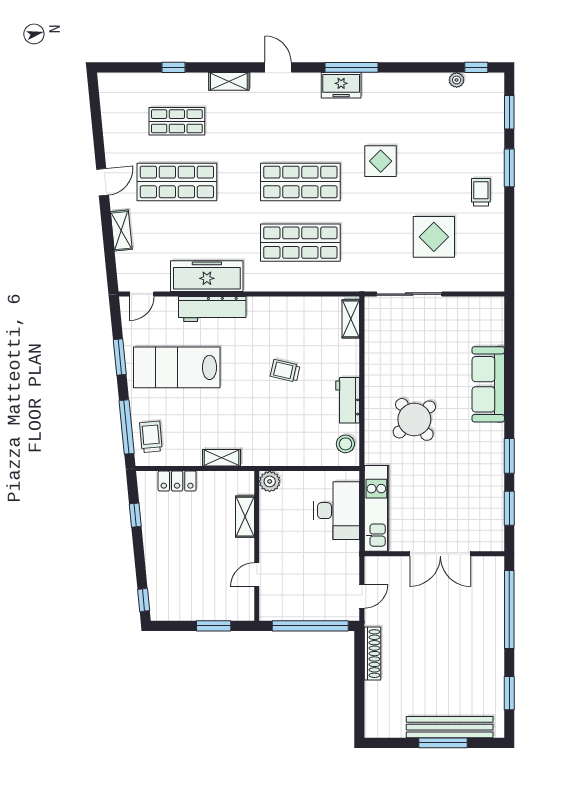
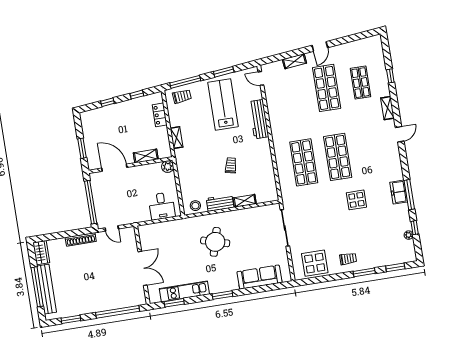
window: (351, 67) -> (409, 195), moved
window: (476, 67) -> (415, 228), moved
freezer: (341, 85) -> (399, 192), moved
door: (103, 182) -> (320, 47), hinge flipped
display table: (434, 237) -> (315, 263), moved
freezer: (207, 276) -> (277, 113), removed
shelving: (351, 319) -> (245, 201), moved
sofa: (488, 384) -> (259, 277), moved
round table: (414, 419) -> (215, 242), turned -34
window: (509, 456) -> (222, 295), moved
kitchen unit: (376, 508) -> (184, 291), moved, turned 180
desk: (337, 511) -> (162, 206), width x0.73
double door: (440, 554) -> (142, 268), swing flipped
door: (257, 575) -> (114, 168), width x1.87
window: (144, 600) -> (107, 102), moved
wardrobe: (385, 726) -> (41, 253), added
window: (443, 743) -> (37, 287), width x1.46

